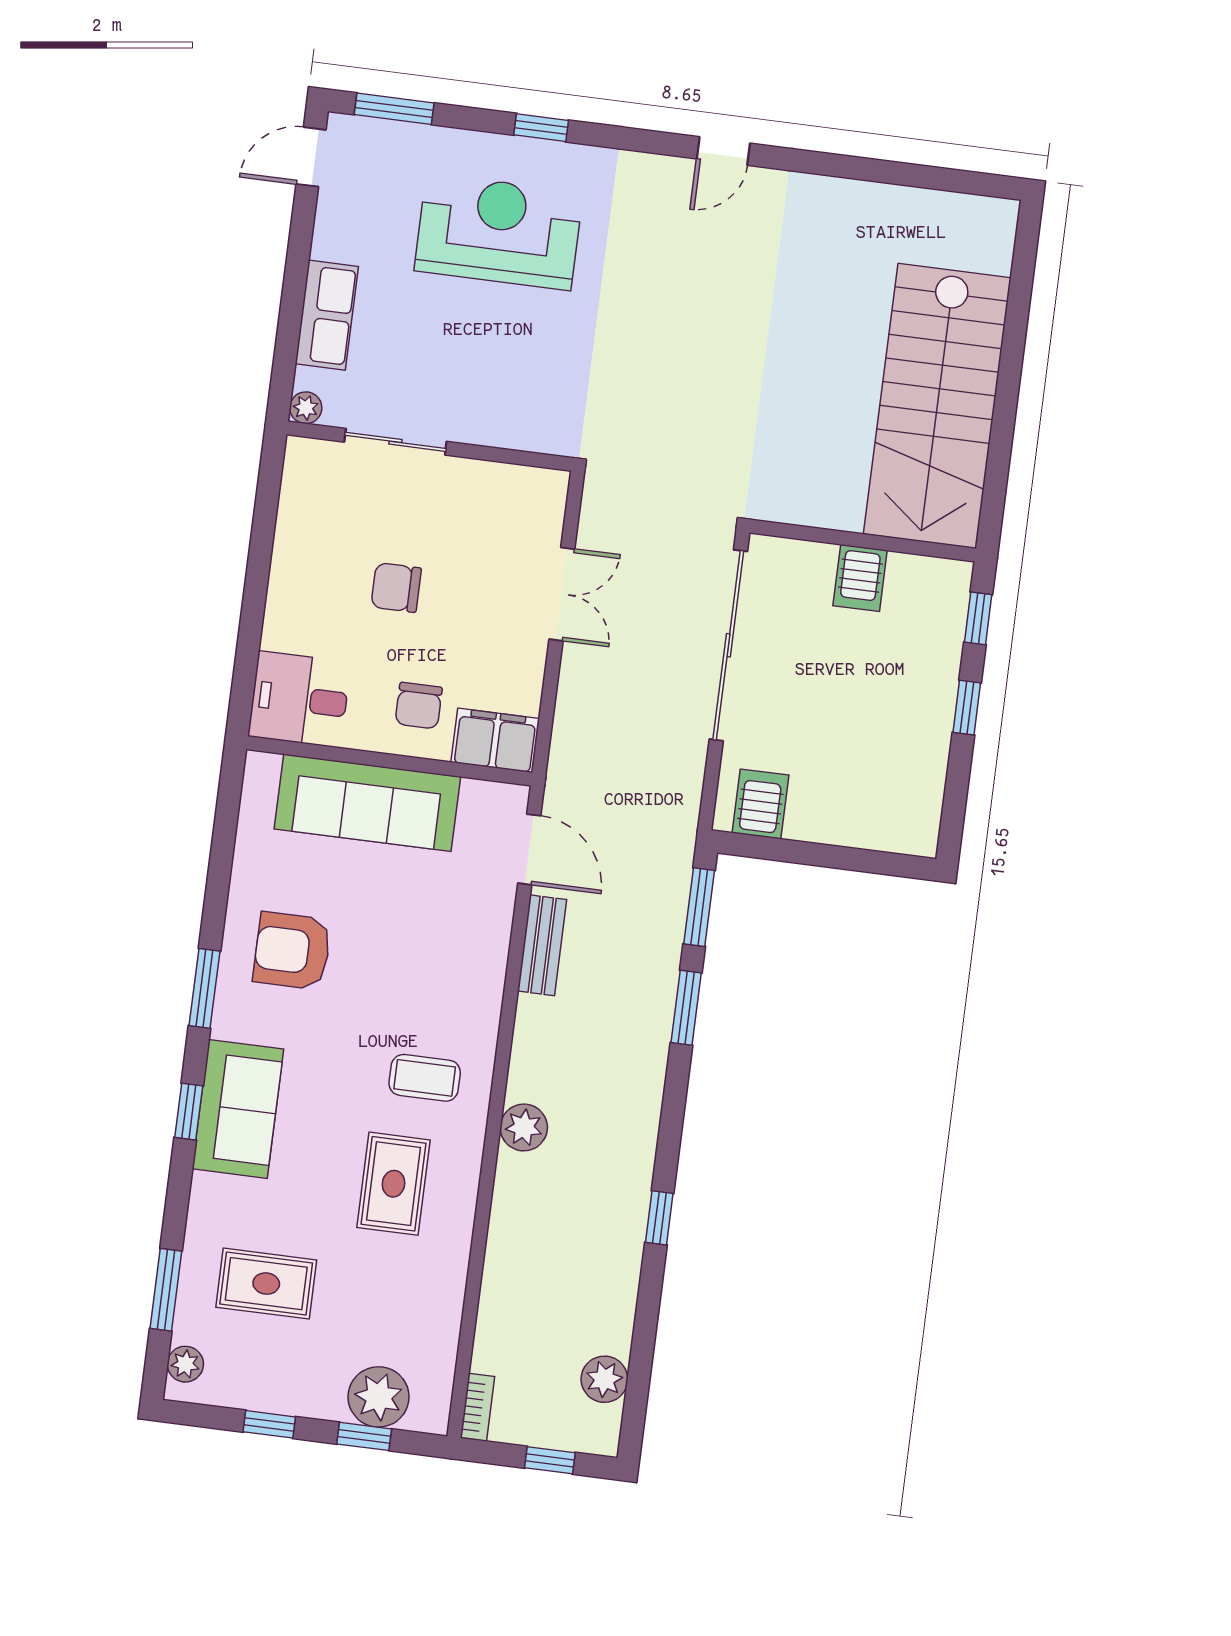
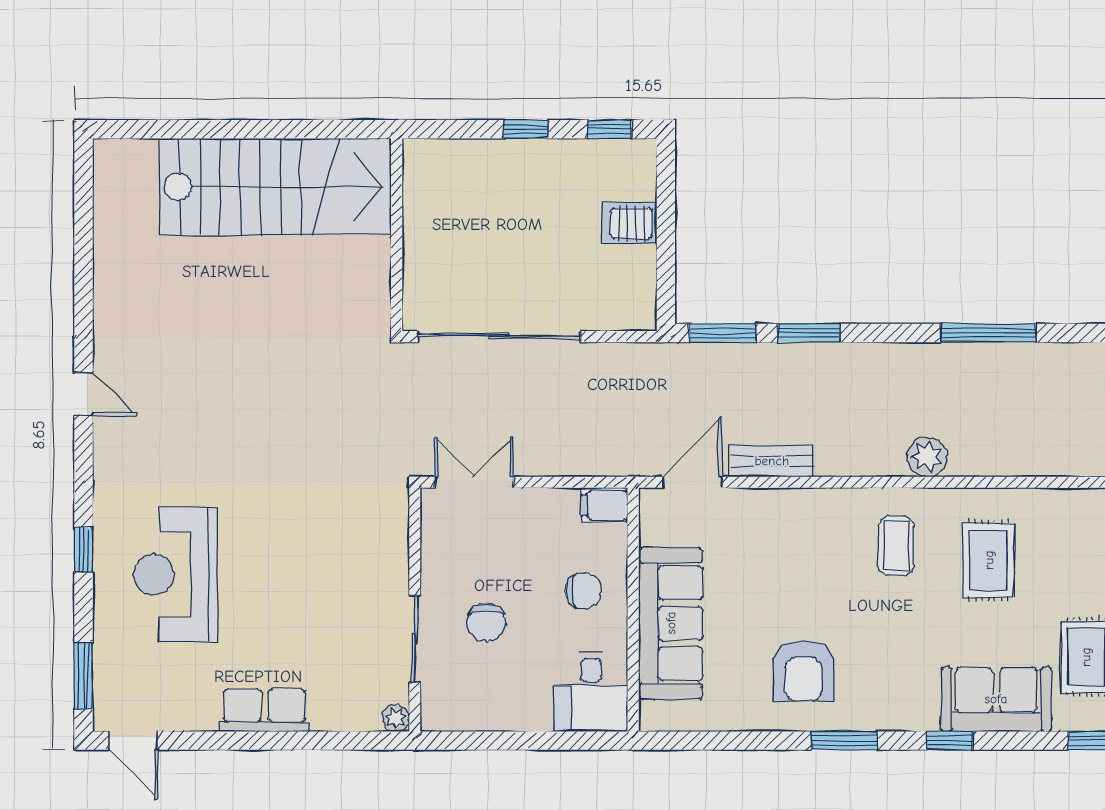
plant: (306, 408) -> (396, 718), moved
sliding door: (395, 442) -> (415, 639), moved
wall: (430, 446) -> (415, 610), moved
server rack: (860, 578) -> (428, 233), removed
window: (978, 618) -> (609, 129), moved
filing cabinet: (495, 740) -> (604, 505), width x0.50
server rack: (761, 804) -> (629, 223), moved
sofa: (238, 1109) -> (996, 699), moved
rug: (393, 1184) -> (989, 560), turned 90
window: (659, 1218) -> (989, 333), width x2.17

